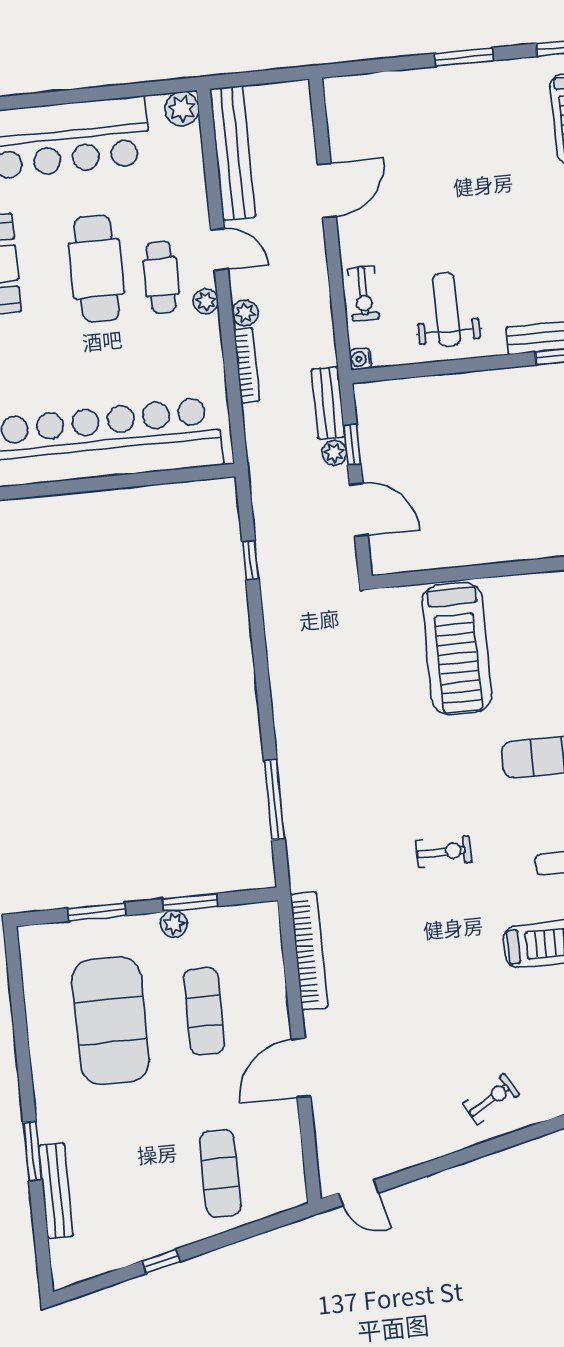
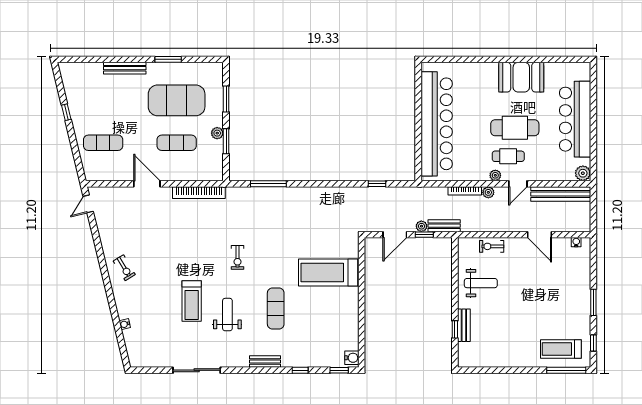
water cooler: (360, 359) -> (576, 242), moved
window: (32, 1151) -> (168, 59), moved
bench: (56, 1191) -> (125, 68), moved

